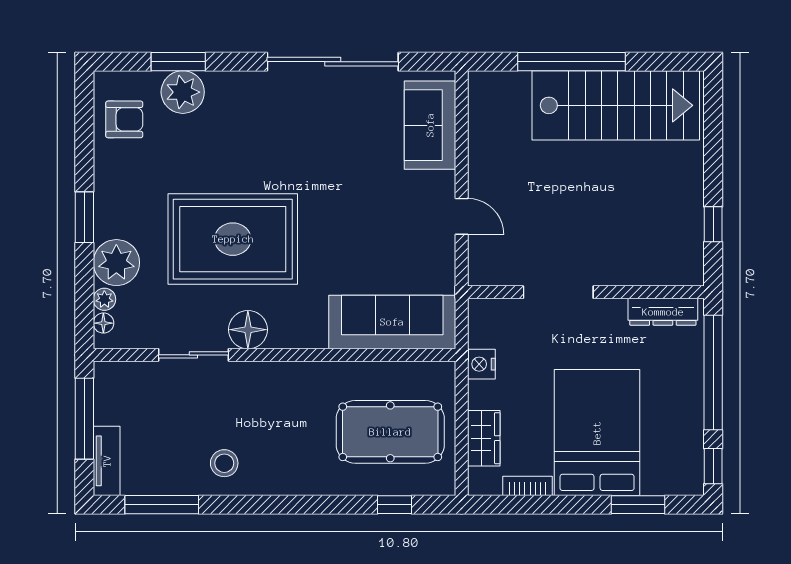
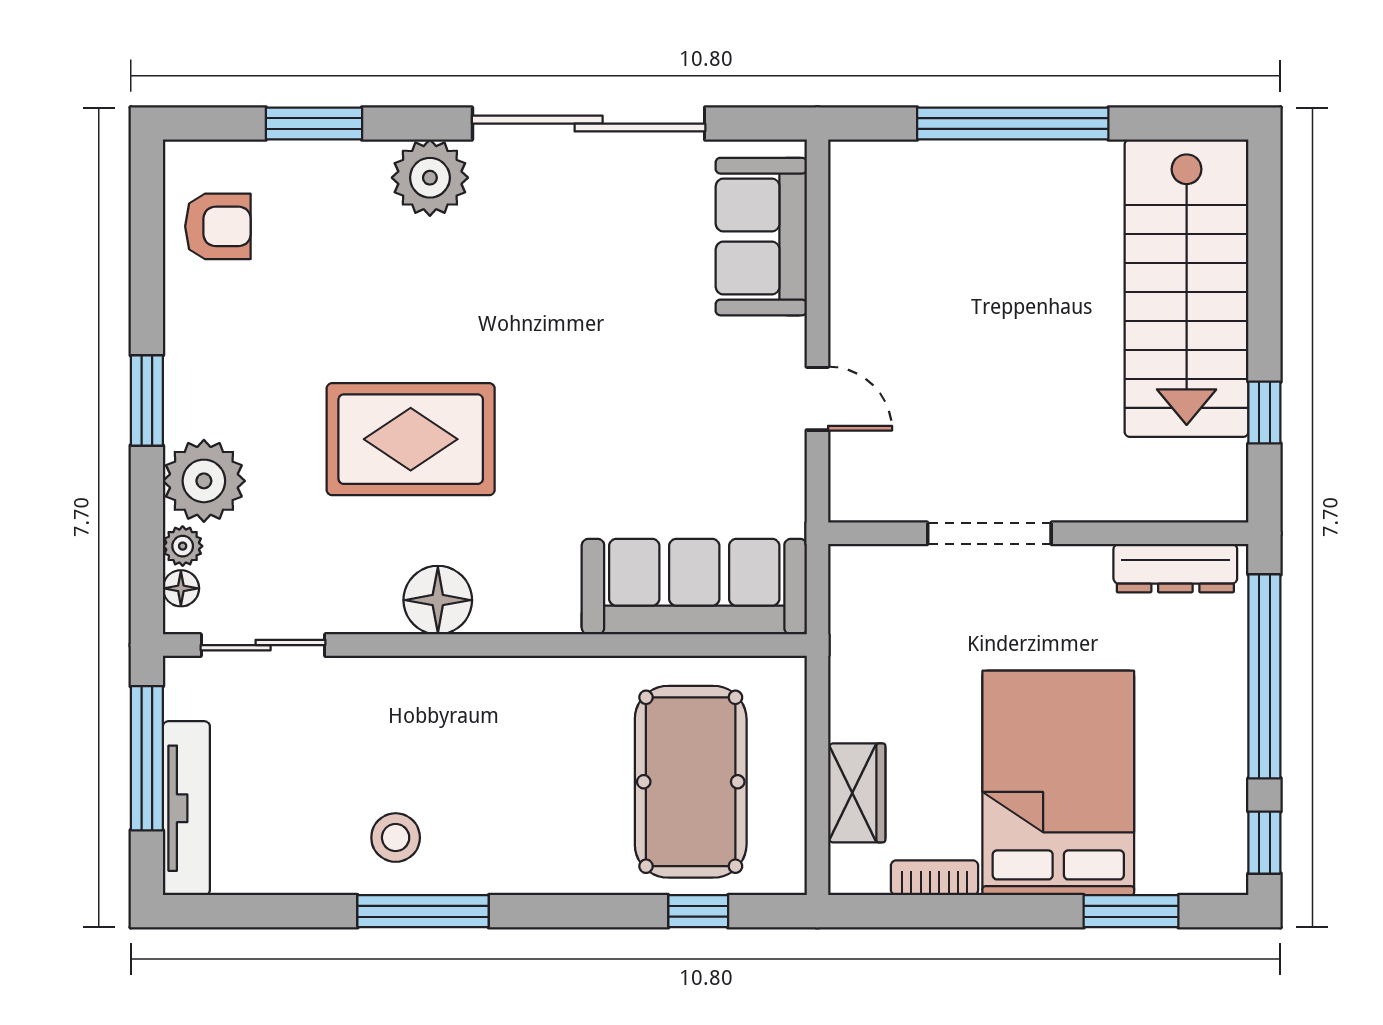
plant: (183, 92) -> (430, 178), moved
stairs: (616, 105) -> (1187, 288), moved, turned 90
rug: (233, 239) -> (411, 439), width x0.73, depth x0.69
sliding door: (193, 355) -> (263, 645), moved
nightstand: (481, 364) -> (853, 661), removed
pool table: (390, 432) -> (691, 782), turned 90
tv unit: (107, 461) -> (186, 808), width x1.41
window: (162, 505) -> (423, 911), moved

